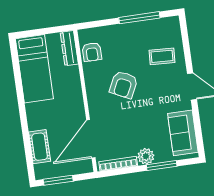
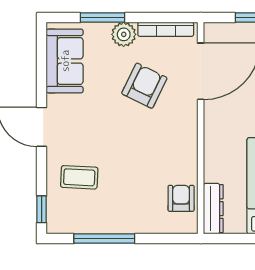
window: (184, 31) -> (42, 209), added
armchair: (124, 85) -> (144, 86), moved

